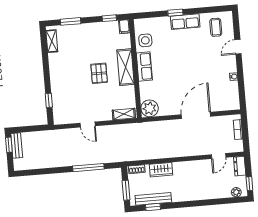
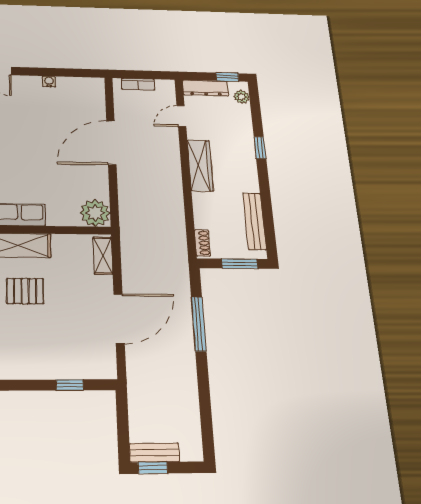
door: (196, 115) -> (111, 143), hinge flipped
door: (88, 124) -> (119, 319), width x1.87
door: (219, 156) -> (181, 116), swing flipped
dresser: (240, 166) -> (205, 88), width x1.44
wardrobe: (161, 170) -> (200, 165), moved, width x1.50
window: (153, 207) -> (260, 148), moved

